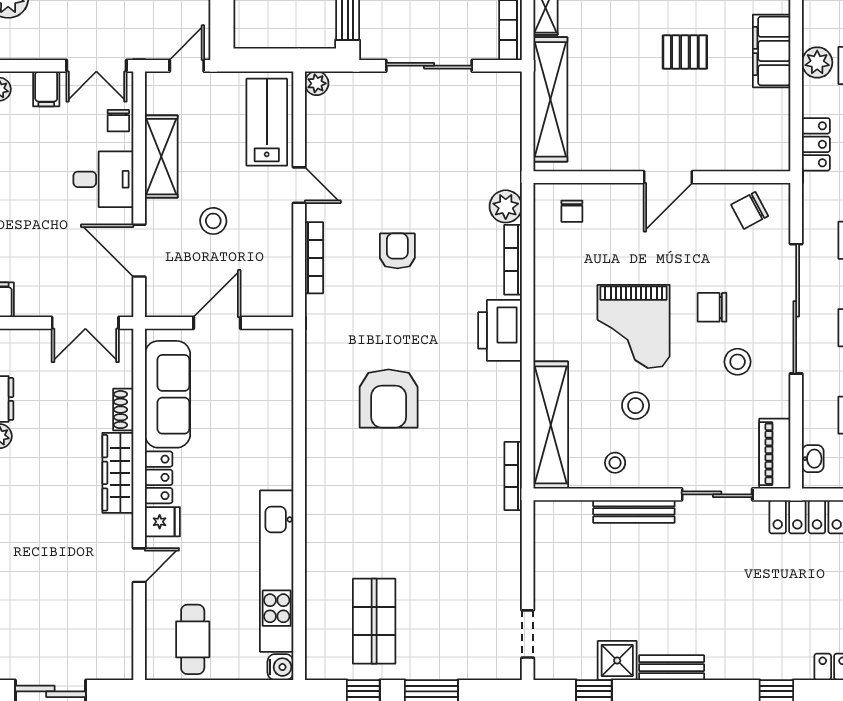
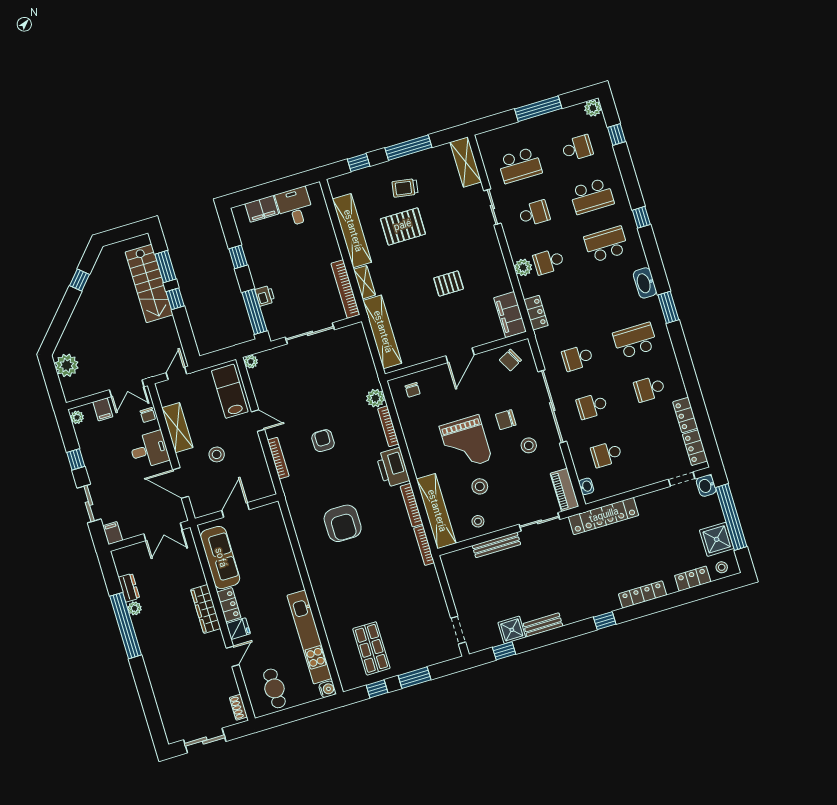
filing cabinet: (772, 51) -> (510, 315), moved
bookcase: (512, 403) -> (411, 505), added
shoe rack: (123, 410) -> (238, 707), moved

